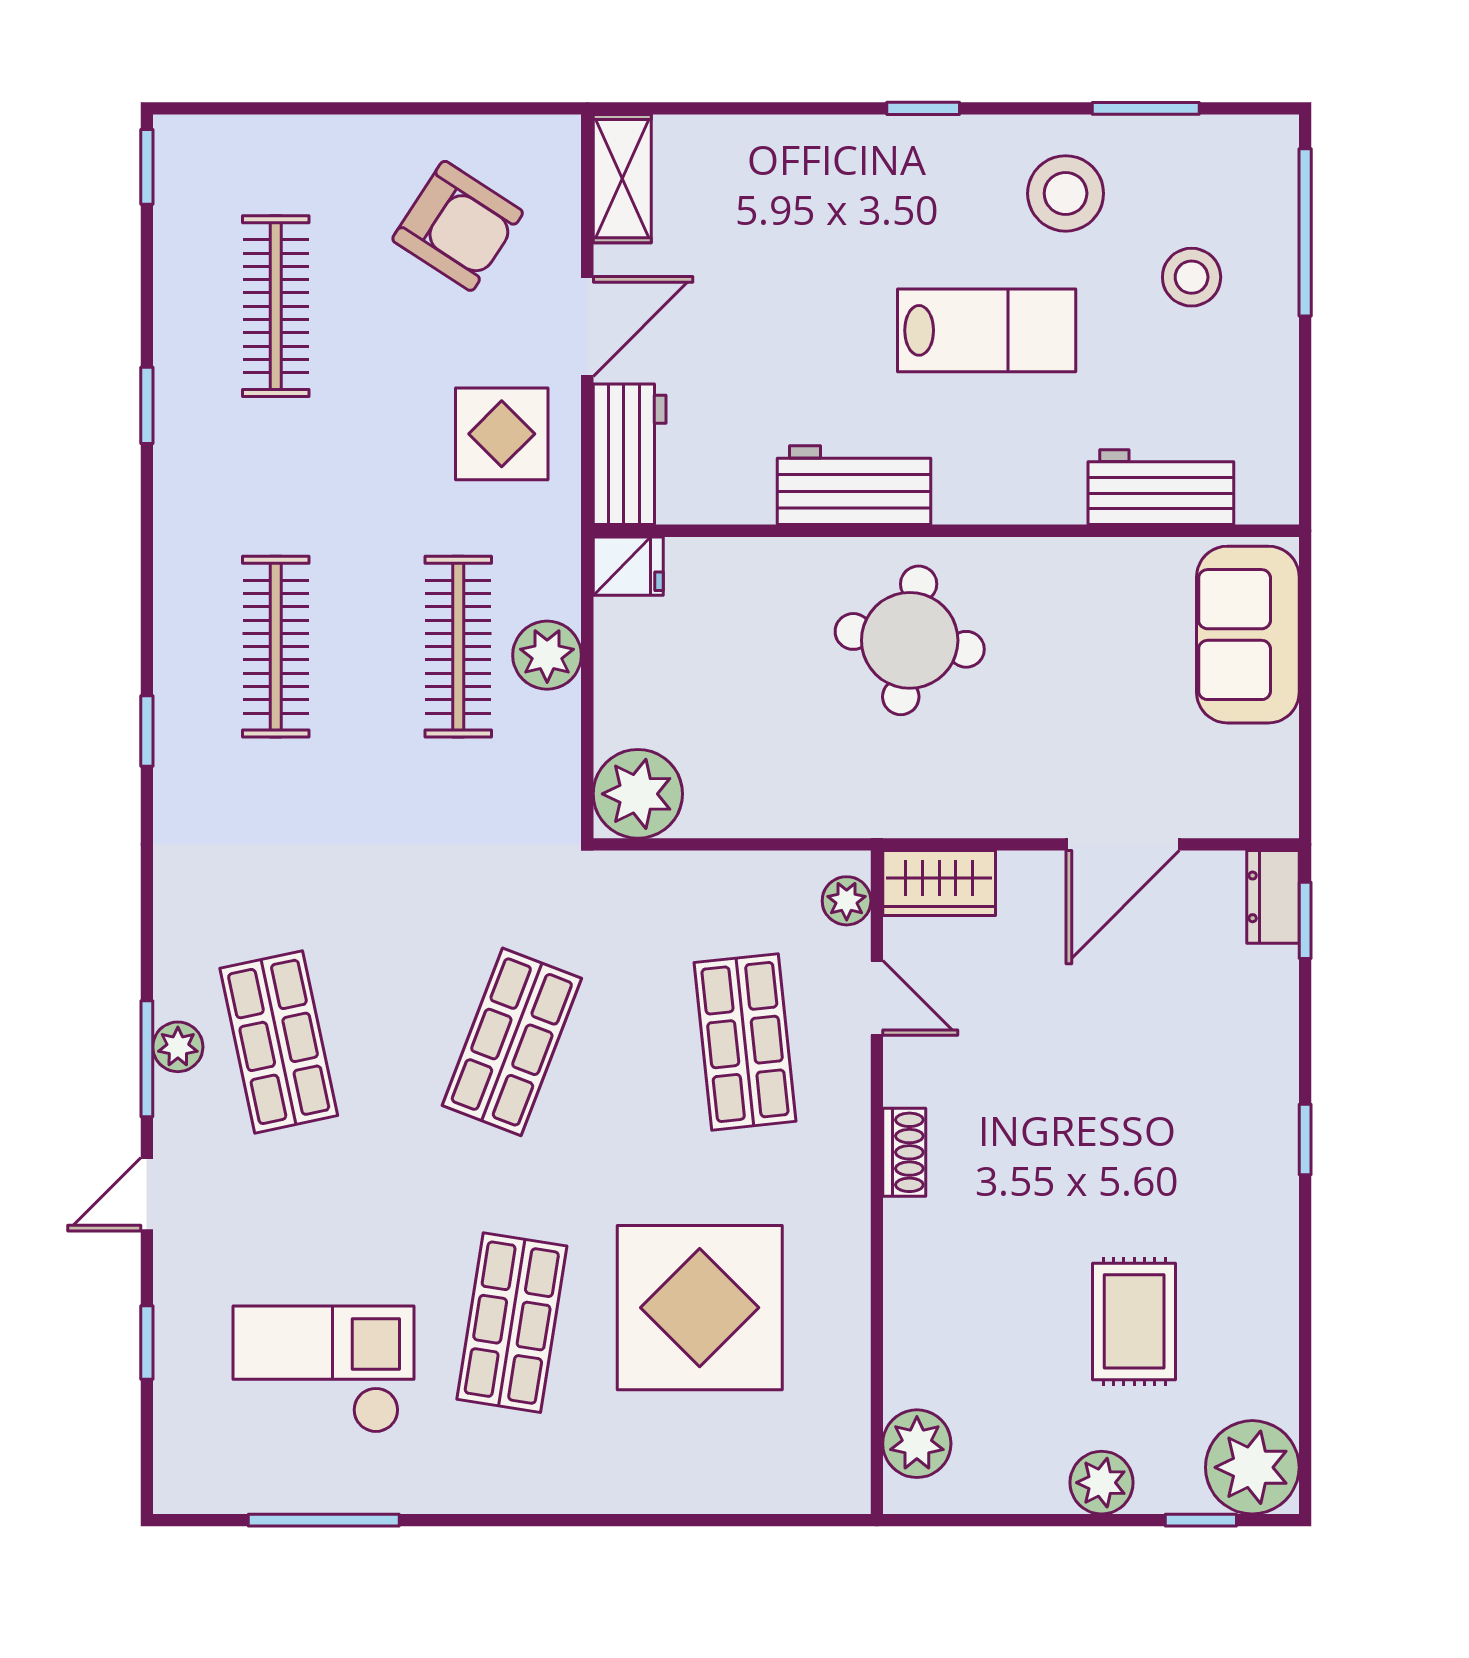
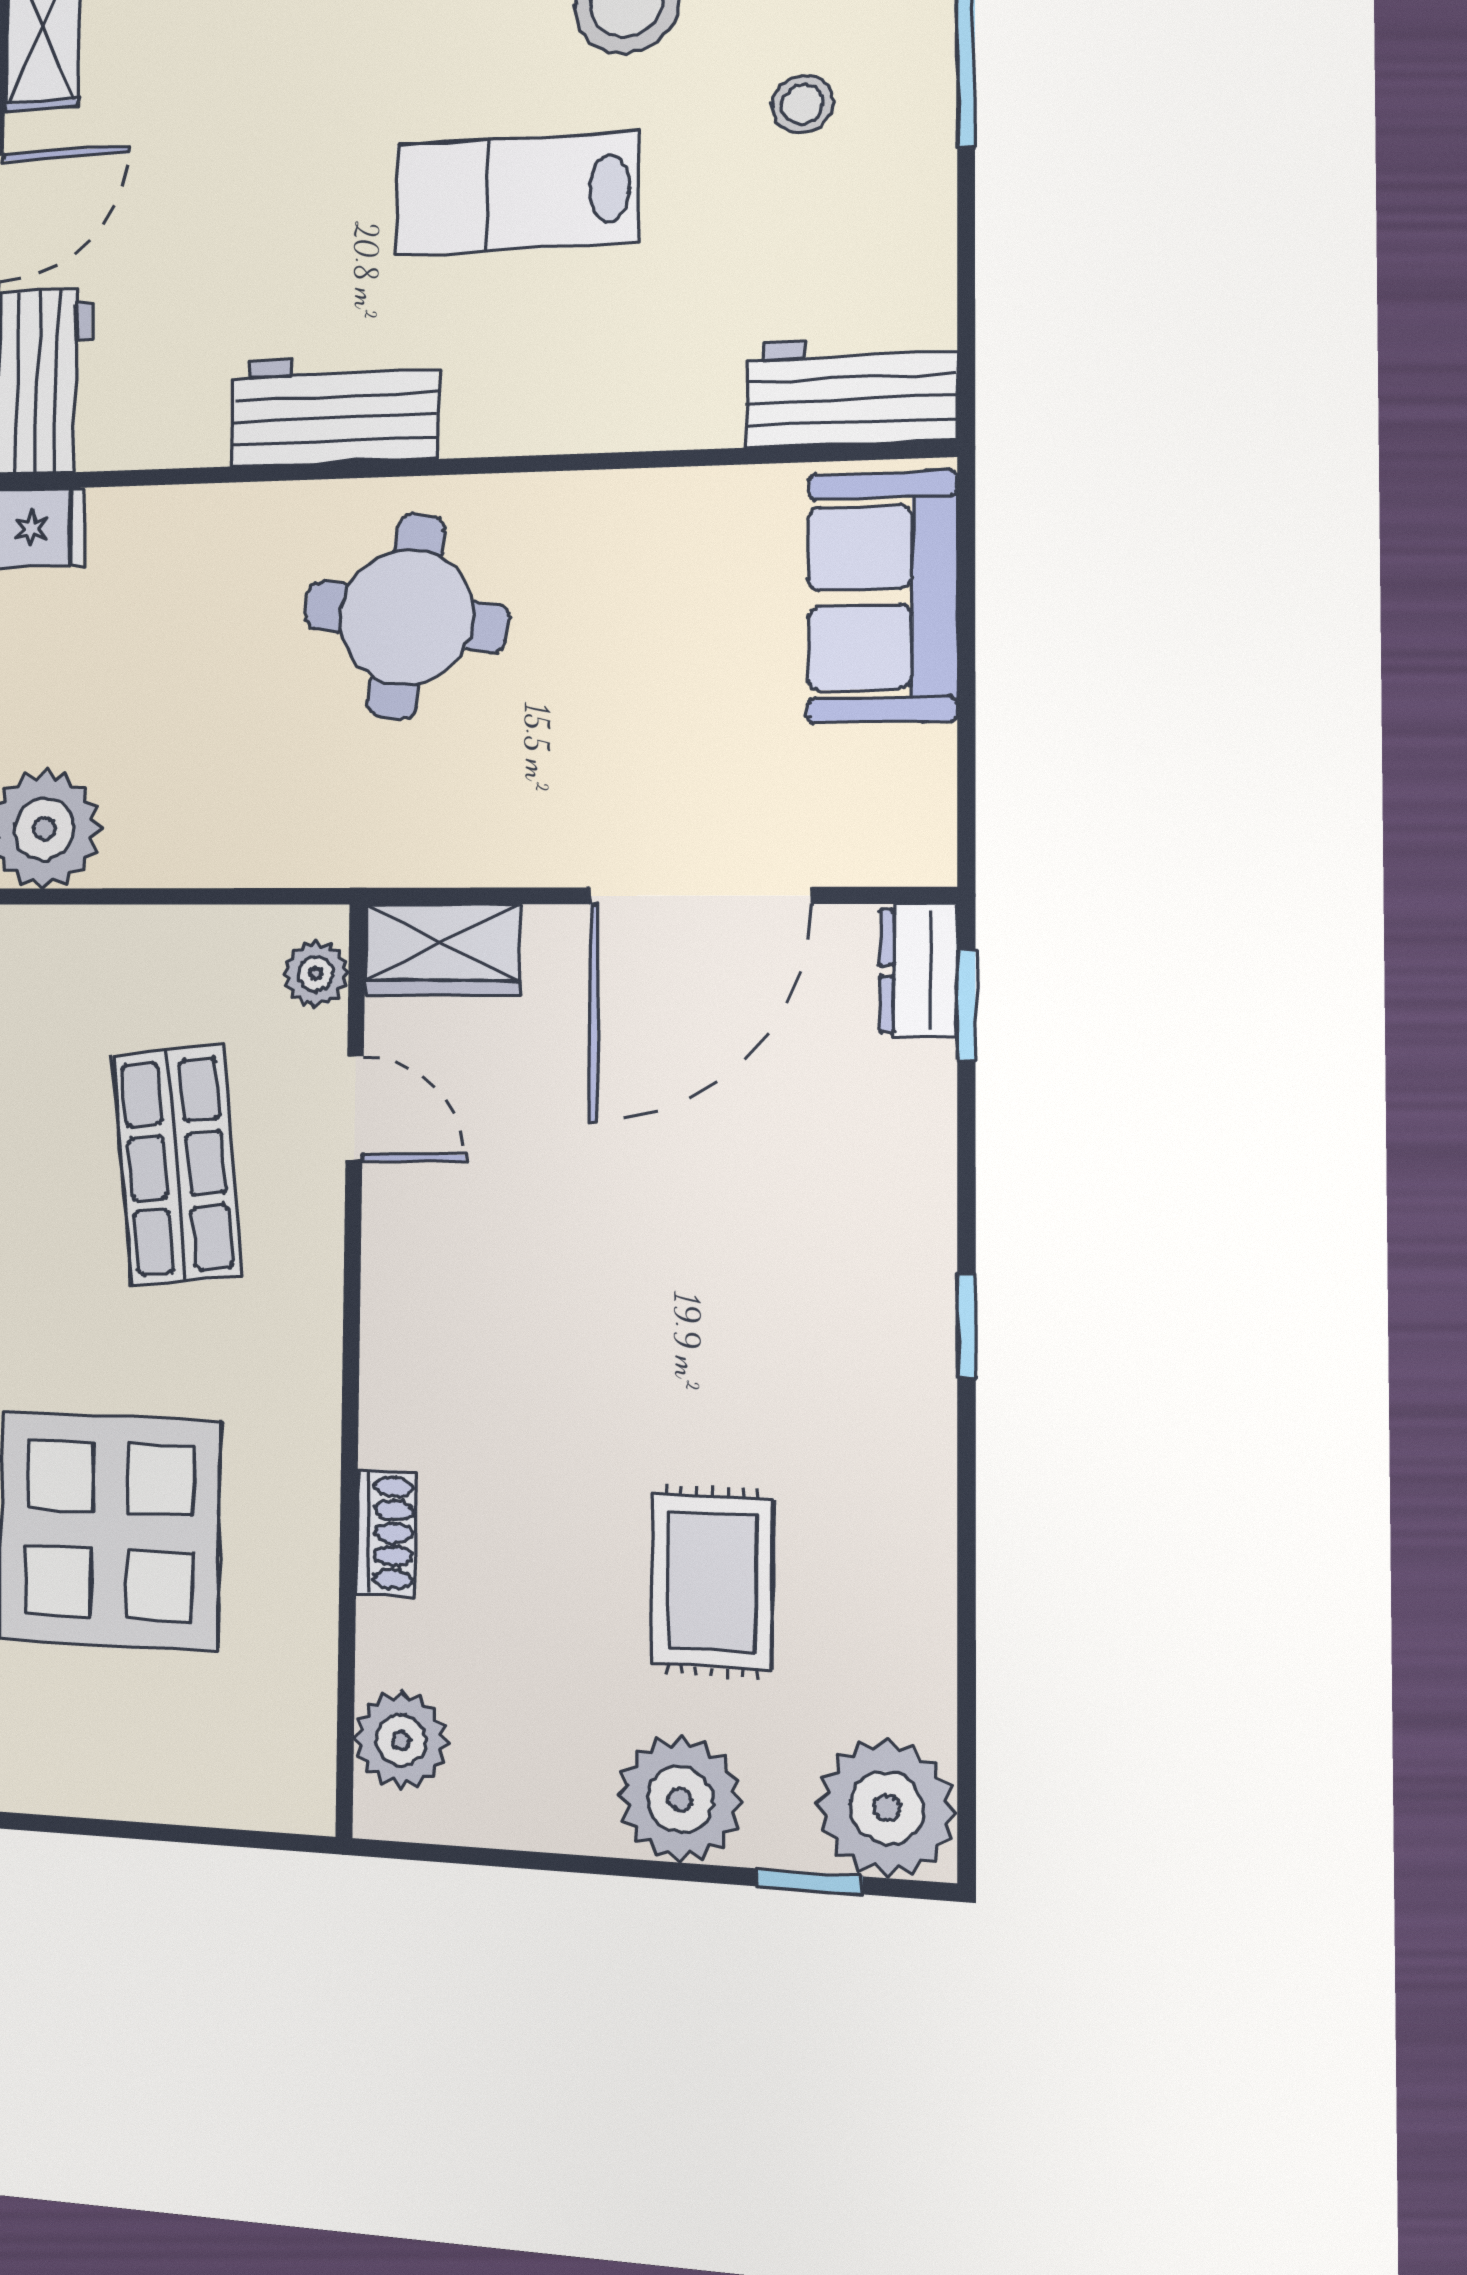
stool: (1192, 277) -> (802, 104), width x0.73, depth x0.73
lab bench: (987, 330) -> (516, 194), turned 180
workbench: (1161, 487) -> (851, 391), moved
door: (1123, 844) -> (700, 896), width x1.36
shoe rack: (904, 1152) -> (386, 1533), moved
plant: (1102, 1483) -> (680, 1799), width x1.36, depth x1.36

